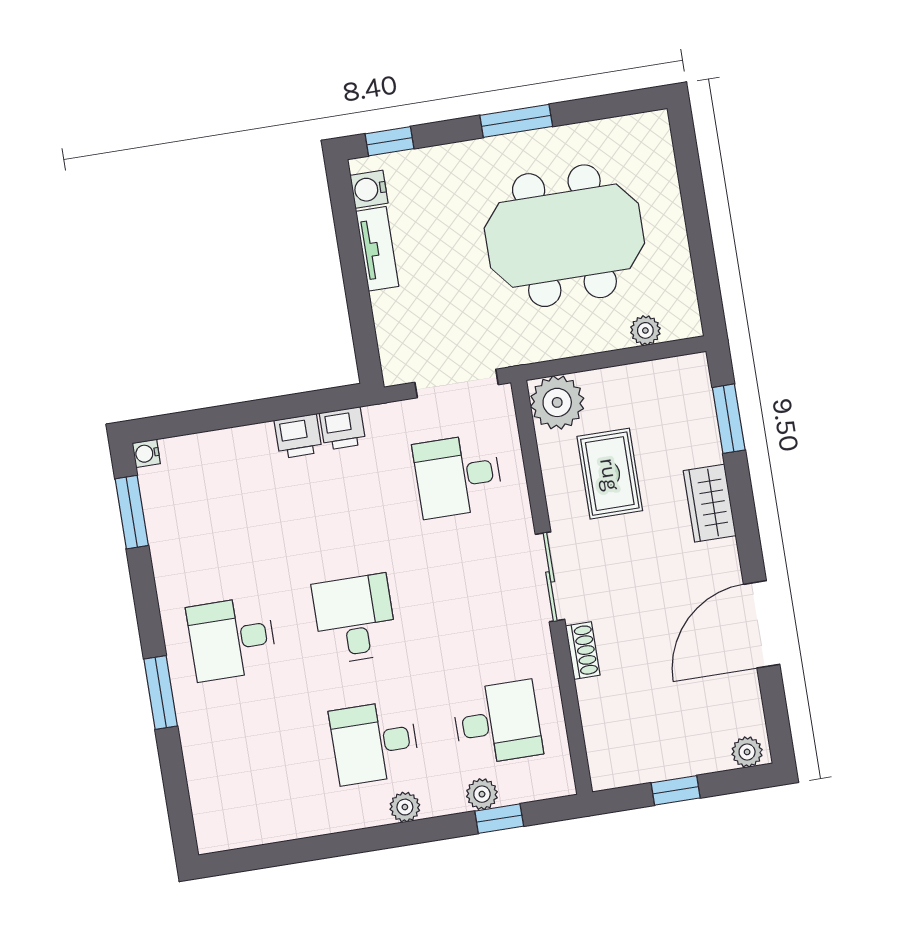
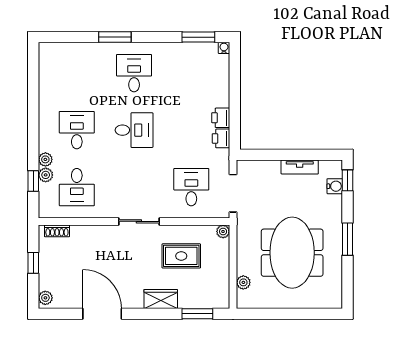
water cooler: (369, 189) -> (335, 186), moved, turned 90
plant: (557, 402) -> (223, 231), width x0.53, depth x0.53
shoe rack: (583, 651) -> (57, 231), moved
plant: (405, 807) -> (45, 159), moved

